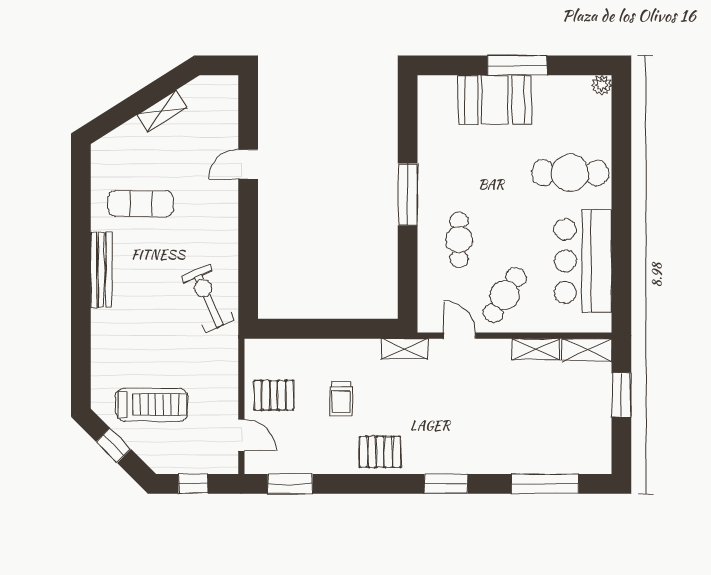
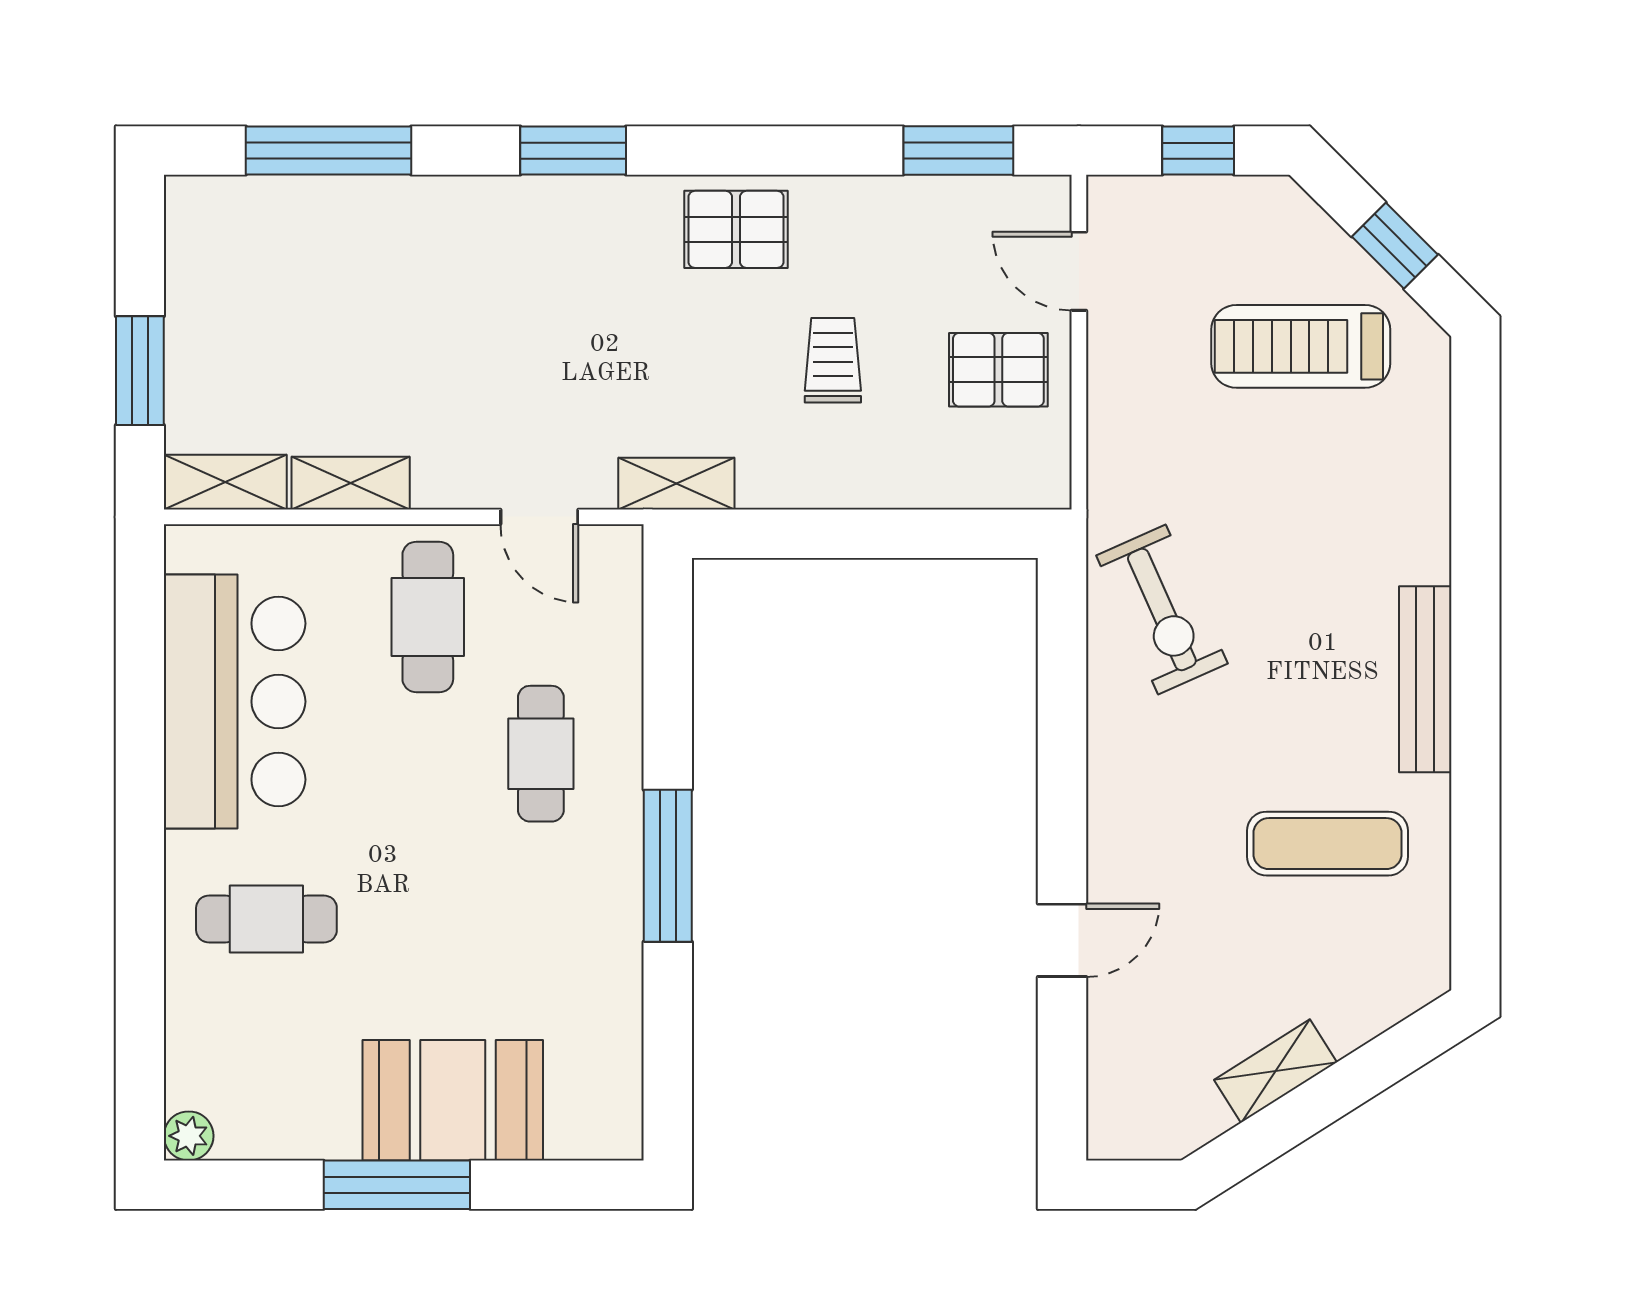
cafe table: (570, 173) -> (266, 919), width x0.73, depth x0.74
cafe table: (505, 295) -> (428, 617), turned -32

